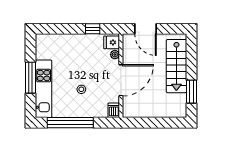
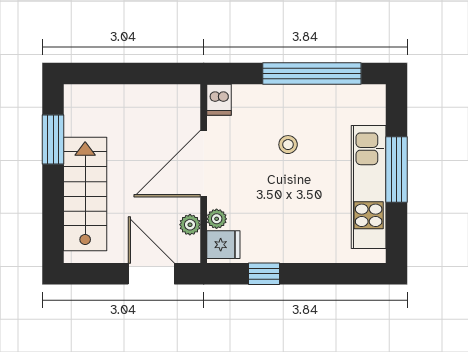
plant: (127, 52) -> (190, 225), added
kitchen unit: (44, 89) -> (369, 187), moved

